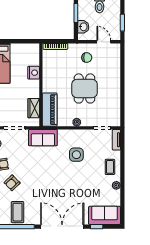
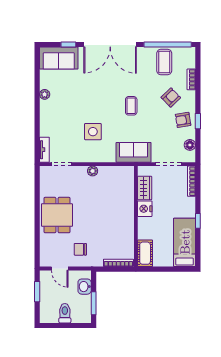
cot: (33, 54) -> (145, 253), added
nightstand: (34, 73) -> (145, 209), moved
dining table: (84, 88) -> (57, 215), moved
piano: (50, 110) -> (125, 186), removed
coffee table: (110, 167) -> (131, 106), moved

